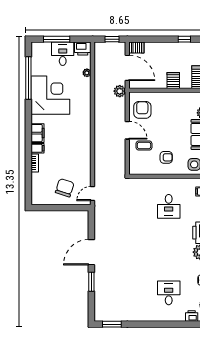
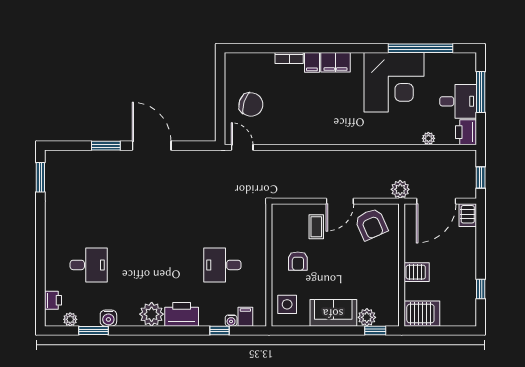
armchair: (142, 110) -> (371, 224), turned 66

